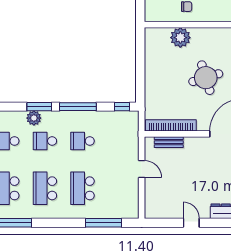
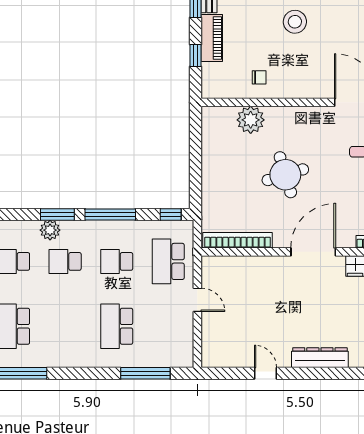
bench: (169, 142) -> (235, 263), removed
school desk: (45, 188) -> (168, 261), moved

